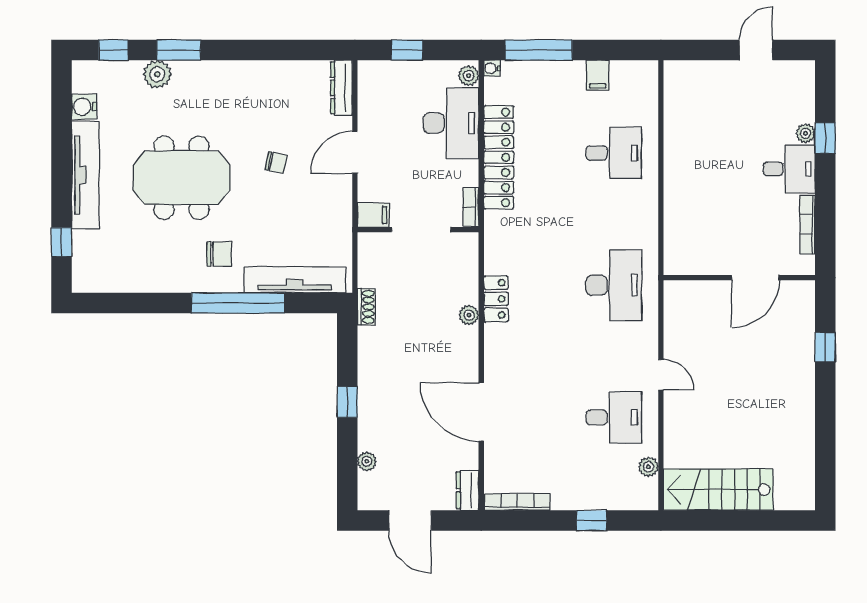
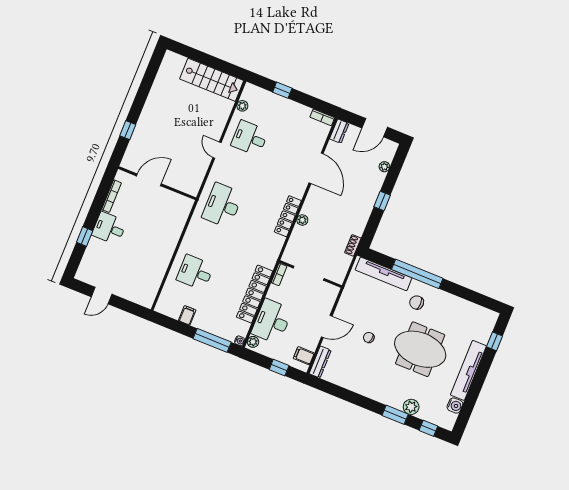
plant: (805, 133) -> (94, 243), removed
filing cabinet: (373, 215) -> (304, 356), moved
locker: (496, 299) -> (288, 216), width x1.53
bookcase: (517, 502) -> (322, 117), width x0.64
door: (410, 520) -> (375, 128), swing flipped

